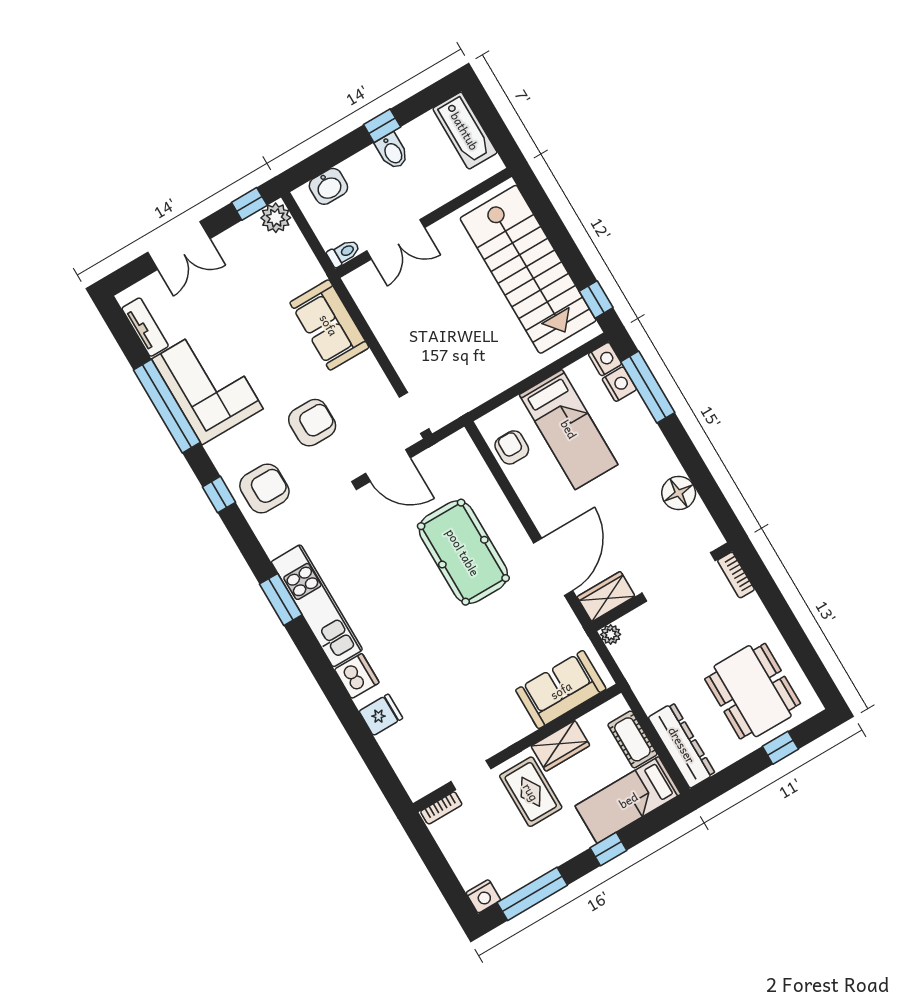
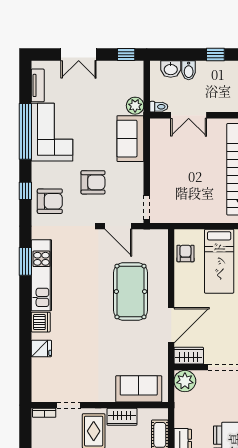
bidet: (392, 151) -> (189, 70), moved
plant: (276, 218) -> (135, 106), moved
plant: (611, 634) -> (185, 381), width x1.87, depth x1.87

